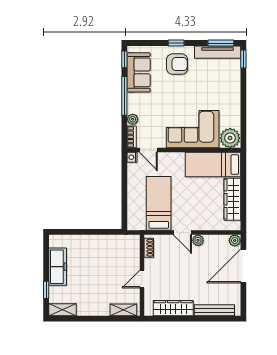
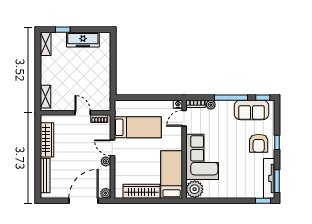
door: (182, 233) -> (112, 148), hinge flipped
door: (243, 266) -> (83, 201), hinge flipped
door: (142, 279) -> (83, 113), moved

